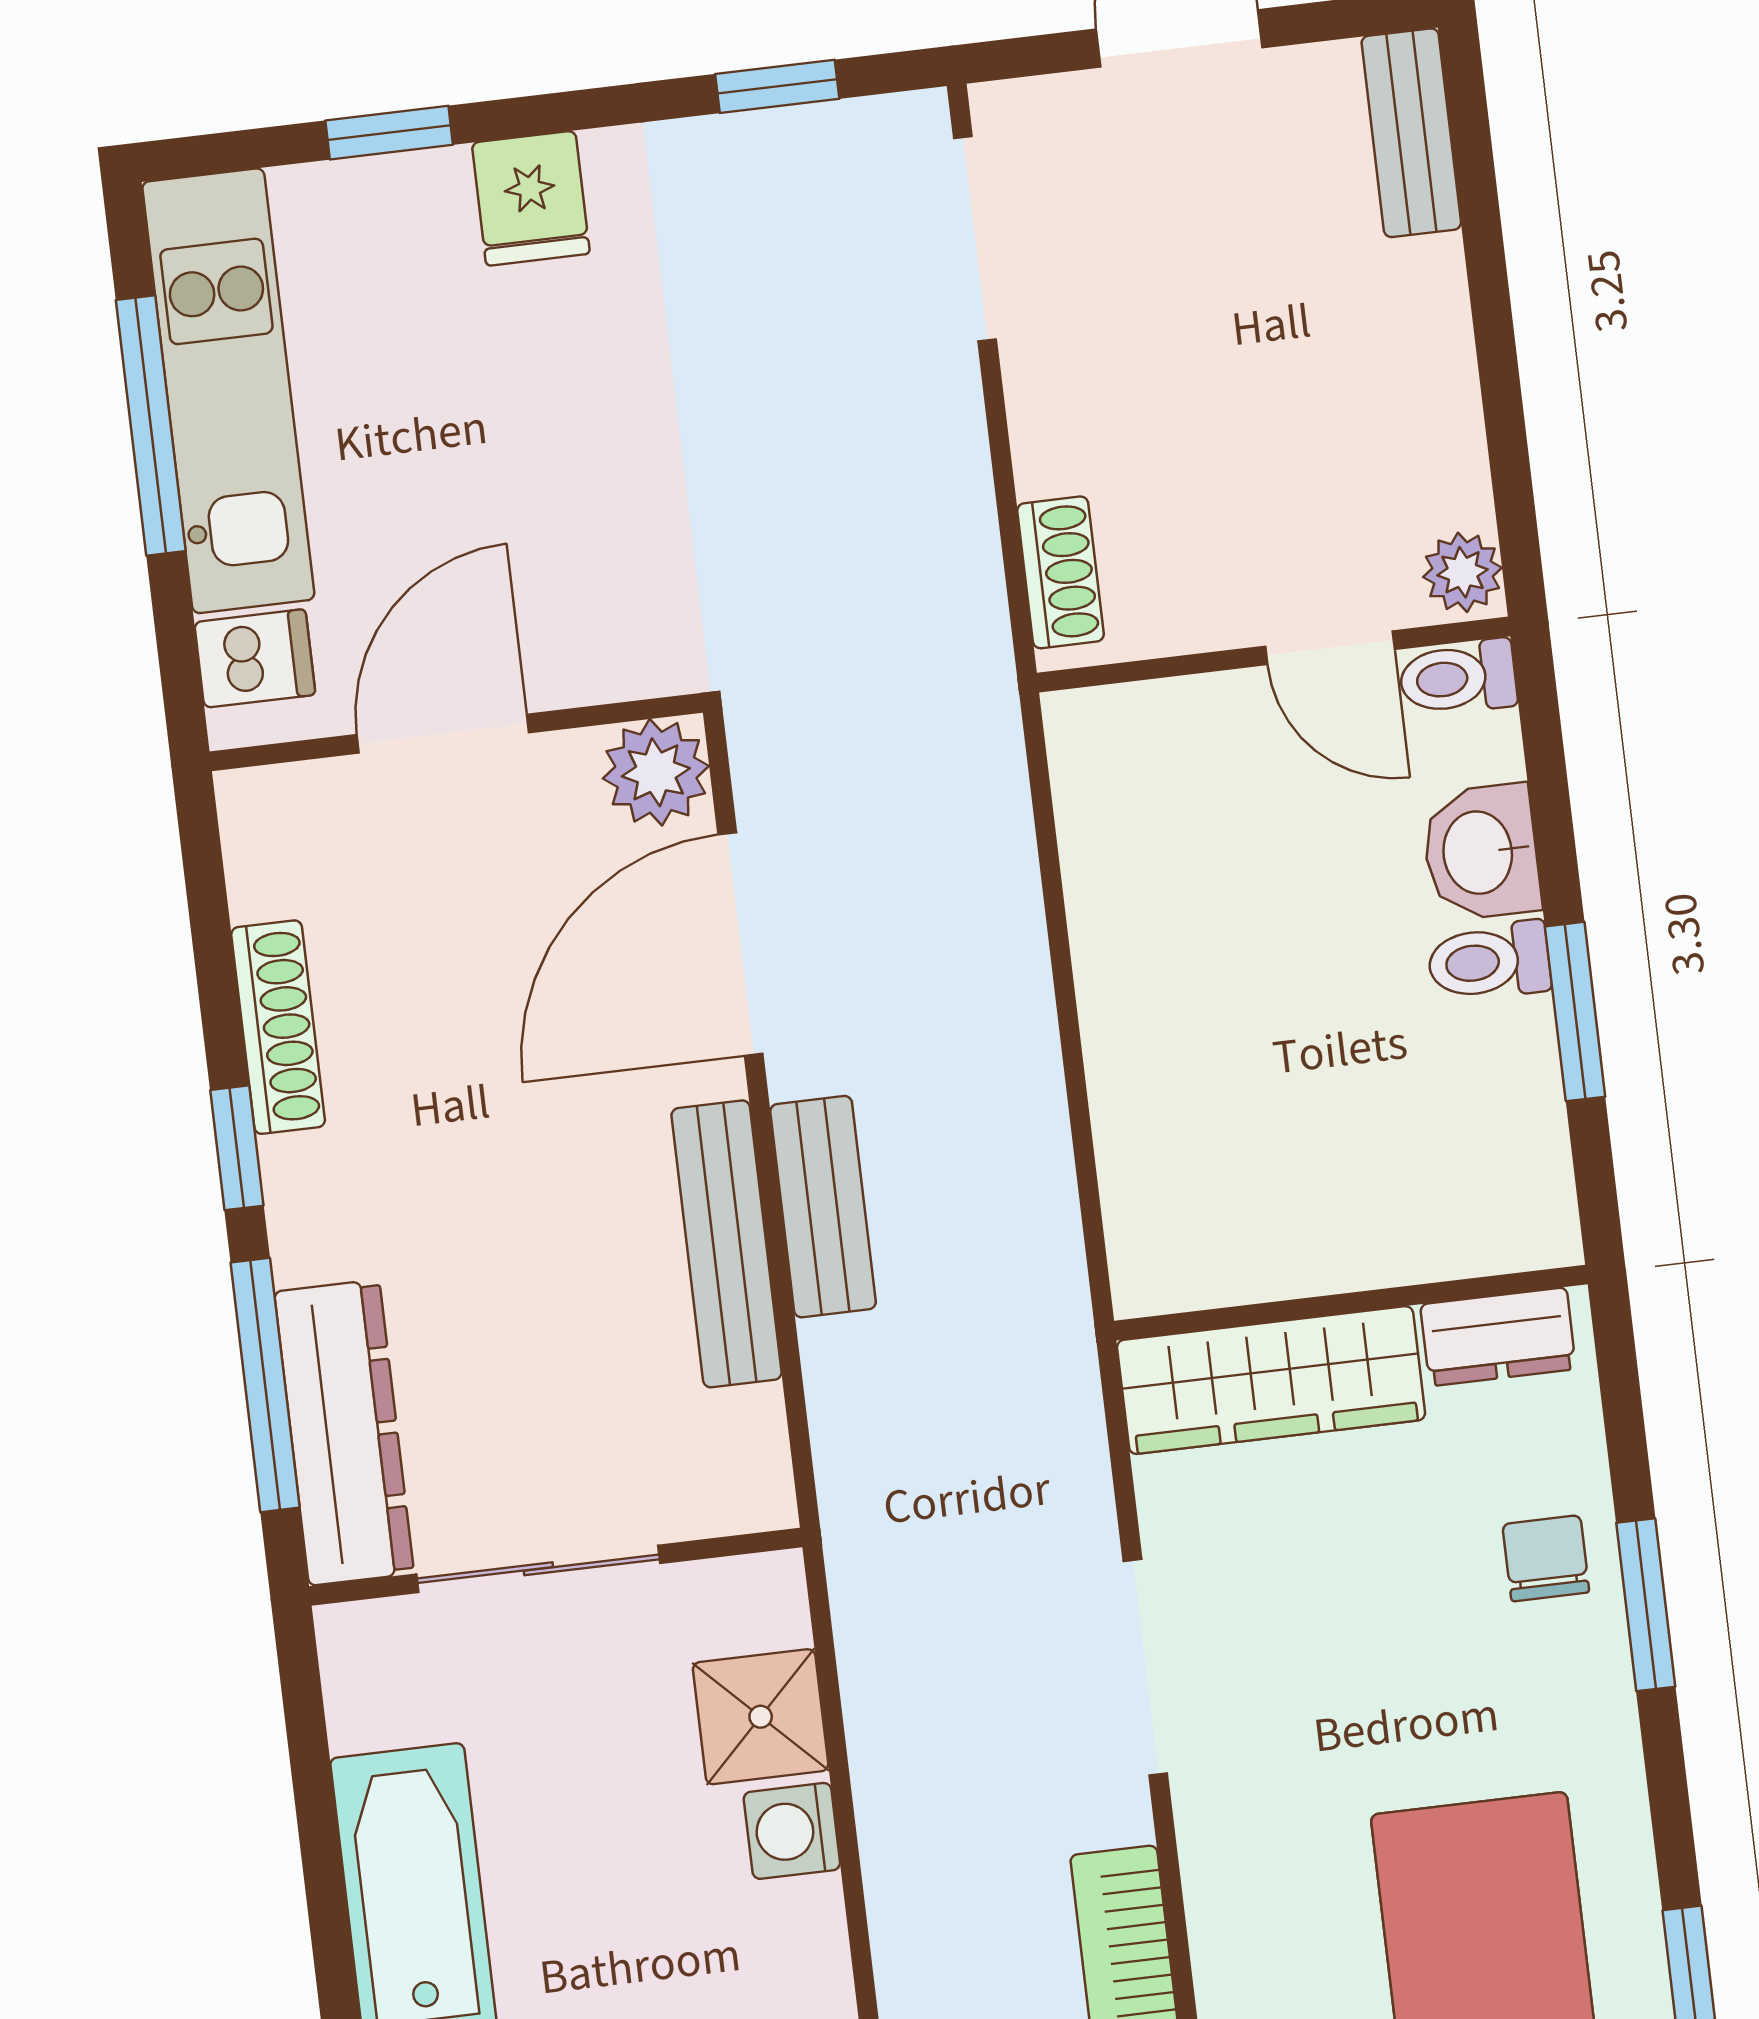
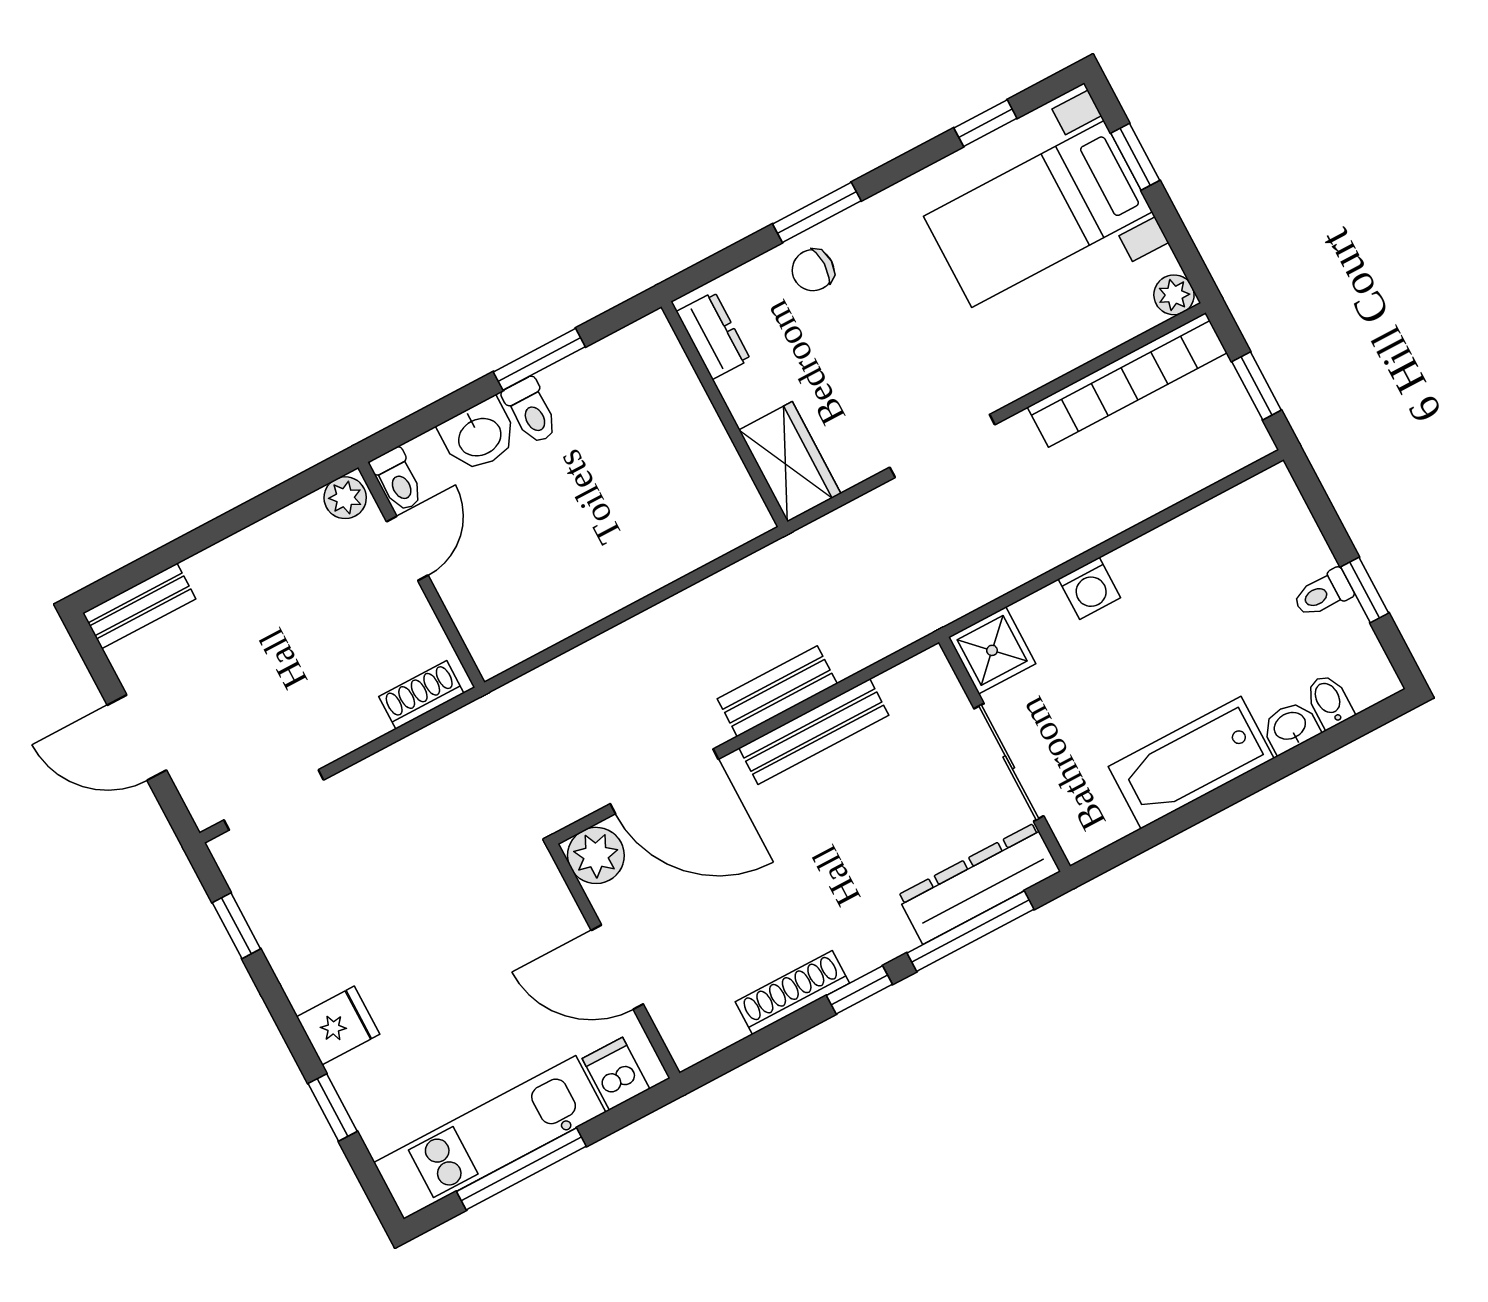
wardrobe: (1271, 1380) -> (790, 462), width x0.67
shower: (761, 1717) -> (992, 650), moved

